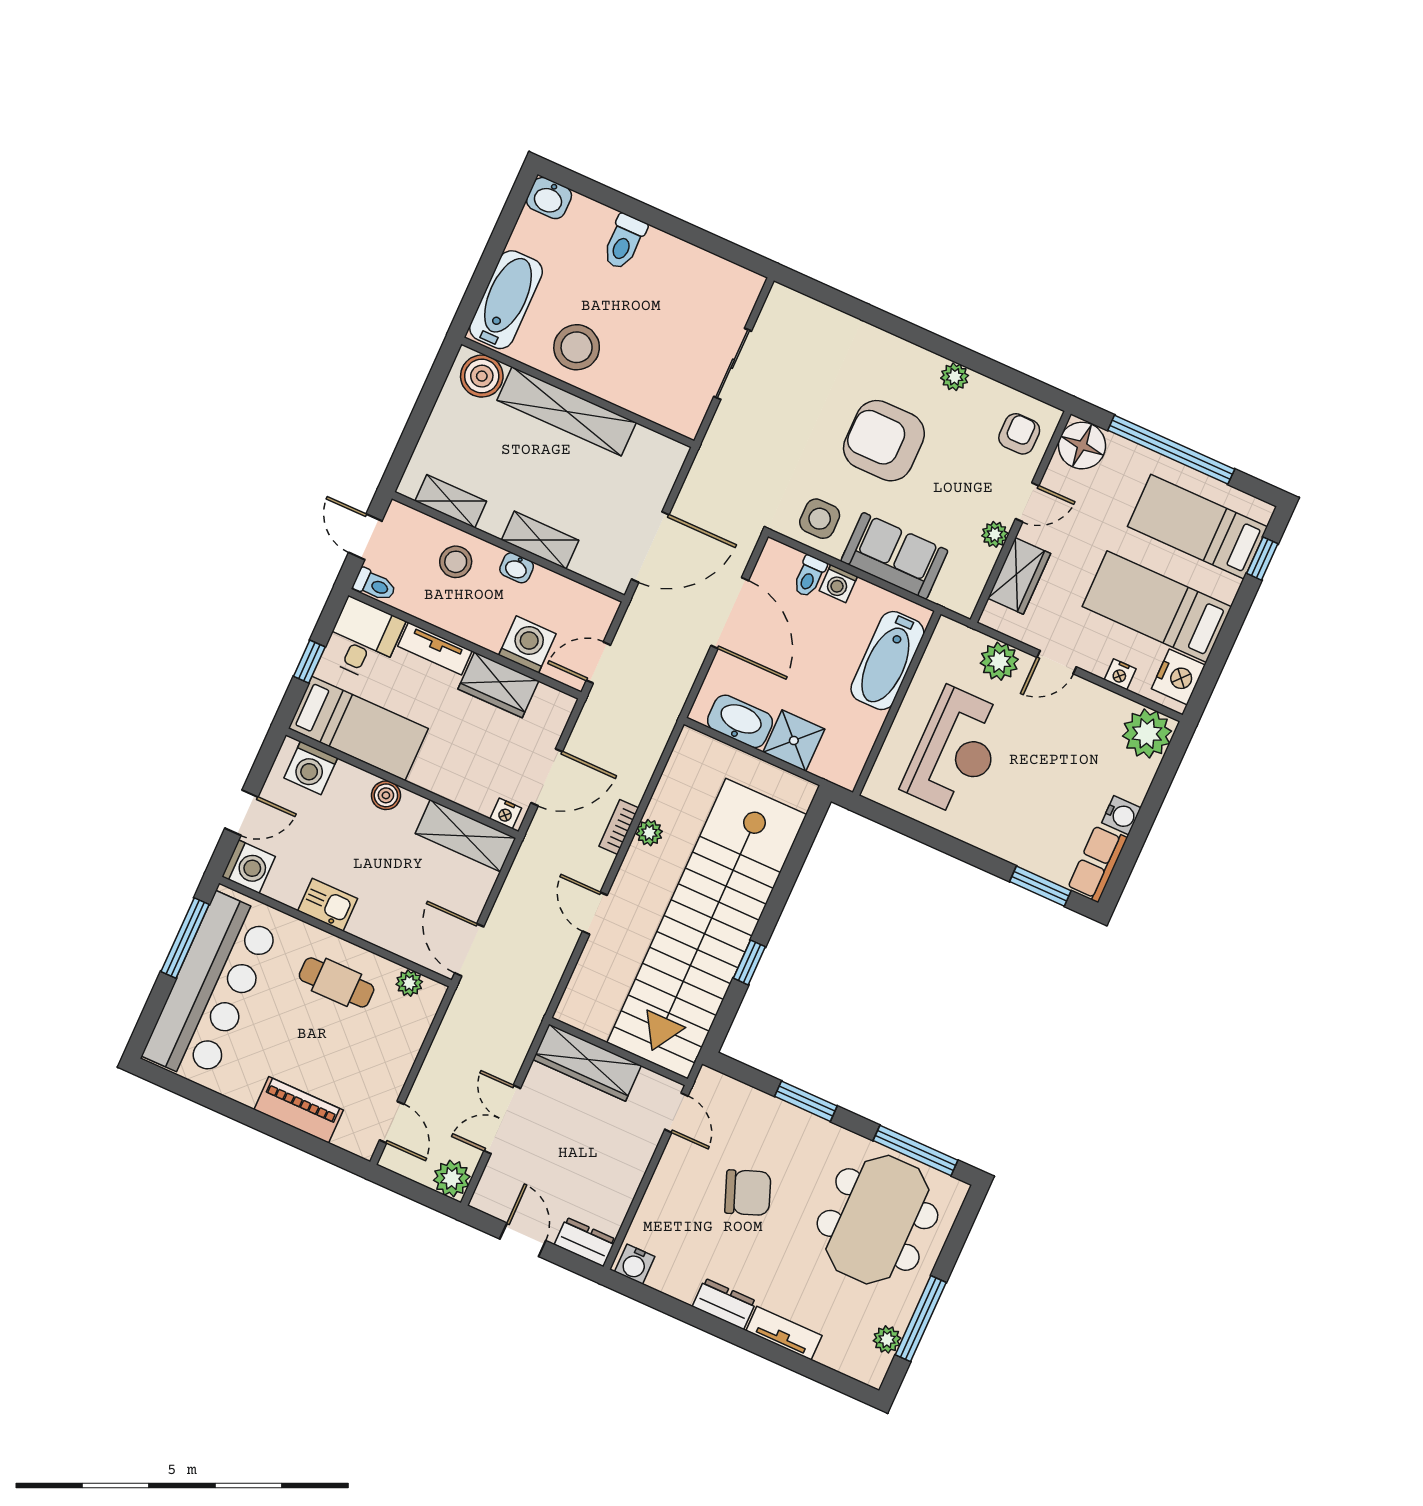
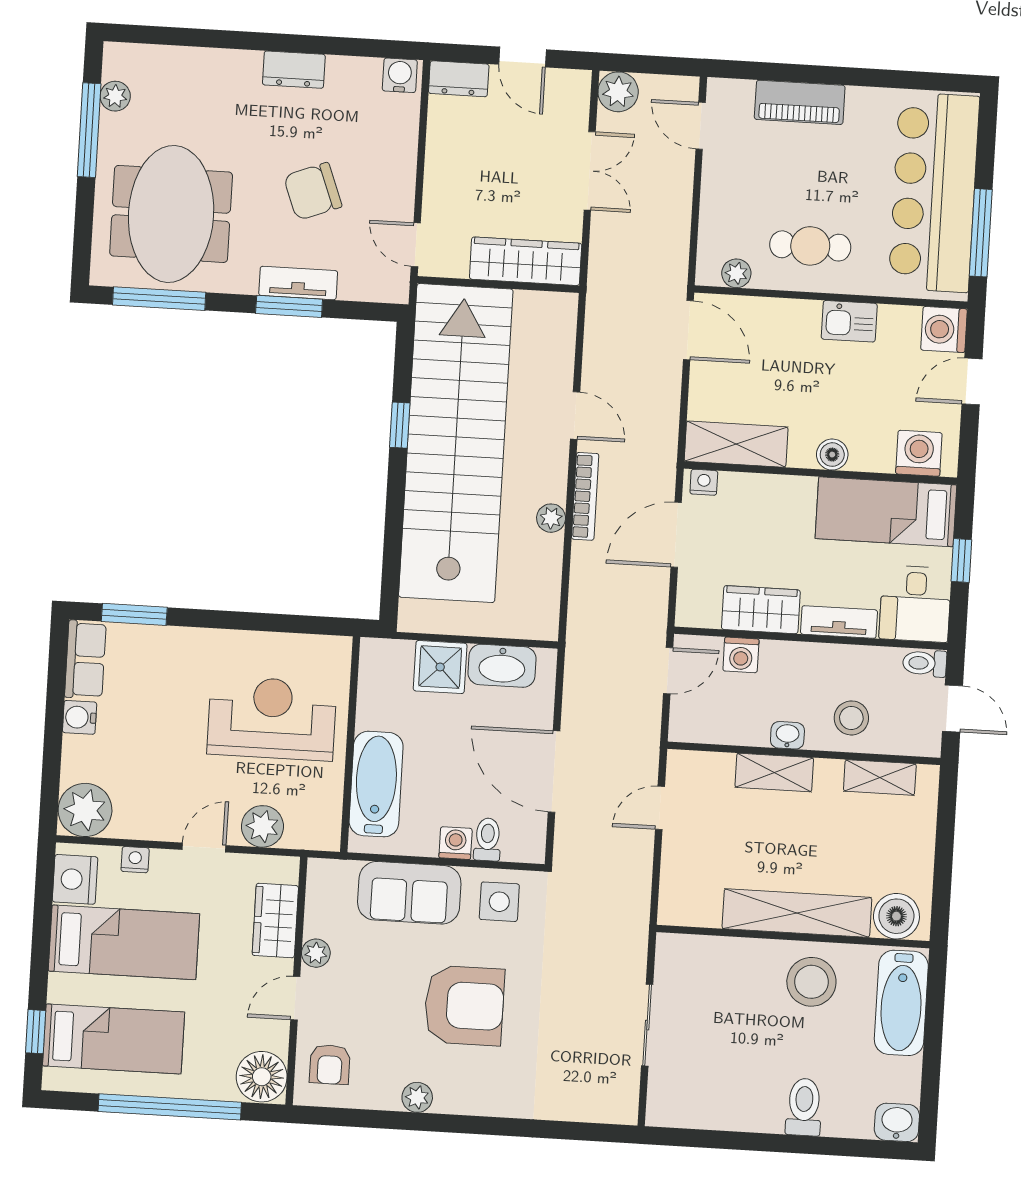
door: (650, 547) -> (660, 808), width x0.53
washing machine: (527, 644) -> (741, 655), width x0.73, depth x0.73
reception desk: (956, 751) -> (272, 718), turned 90
bookcase: (619, 827) -> (585, 496), width x1.56
tv unit: (784, 1333) -> (298, 283), moved, turned 180

